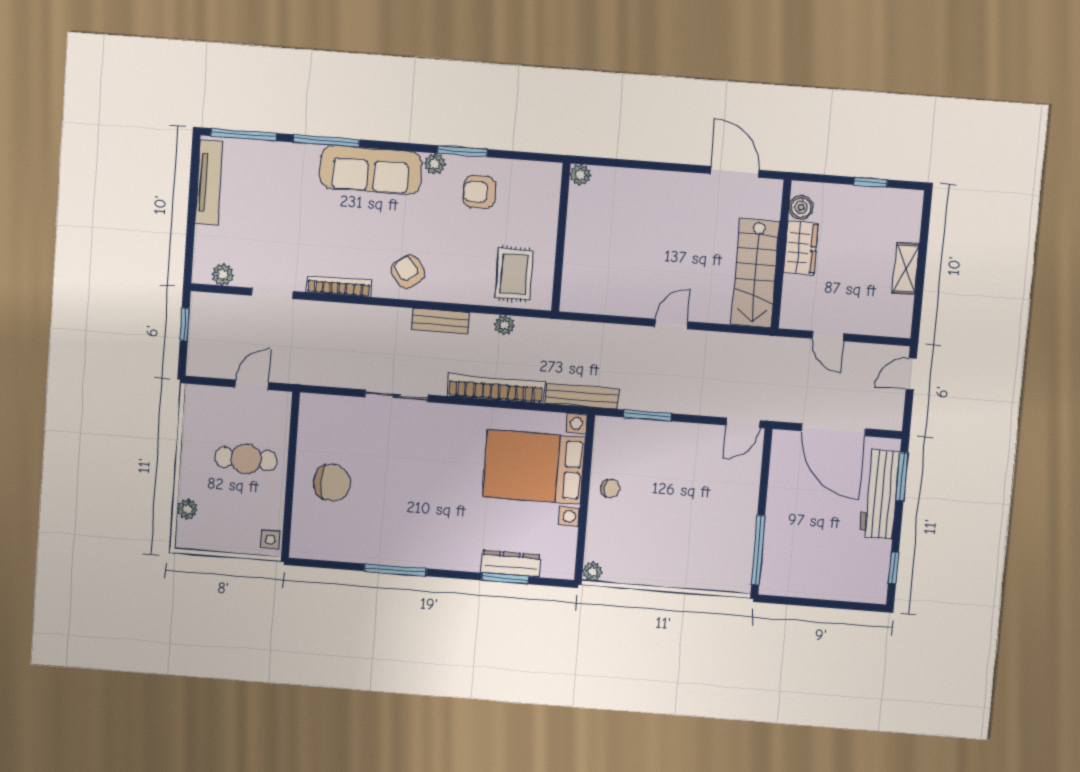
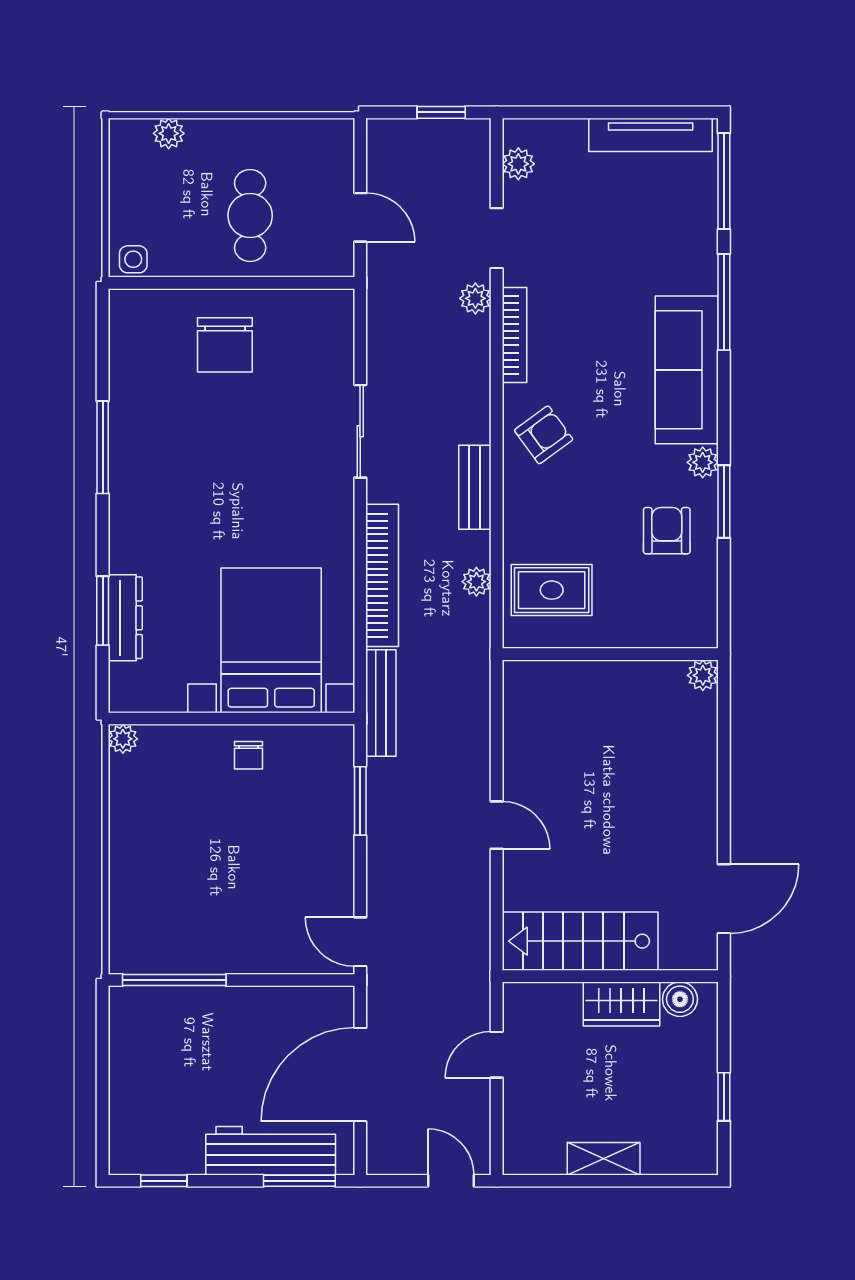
plant: (312, 311) -> (475, 298), added

